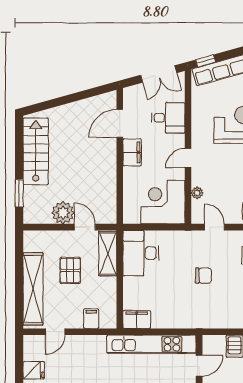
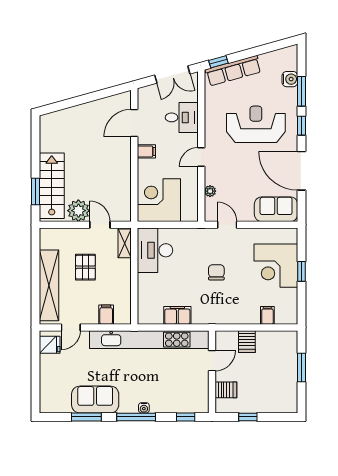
stairs: (36, 151) -> (52, 186), moved
filing cabinet: (132, 152) -> (146, 151), width x0.50
corner desk: (163, 202) -> (159, 200), moved
shelving: (108, 254) -> (125, 243), width x0.67, depth x0.75
chair: (204, 276) -> (216, 272), turned -90
filing cabinet: (137, 320) -> (177, 315), moved
kitchen unit: (151, 344) -> (149, 340), width x1.36
fridge: (34, 370) -> (50, 345), moved

